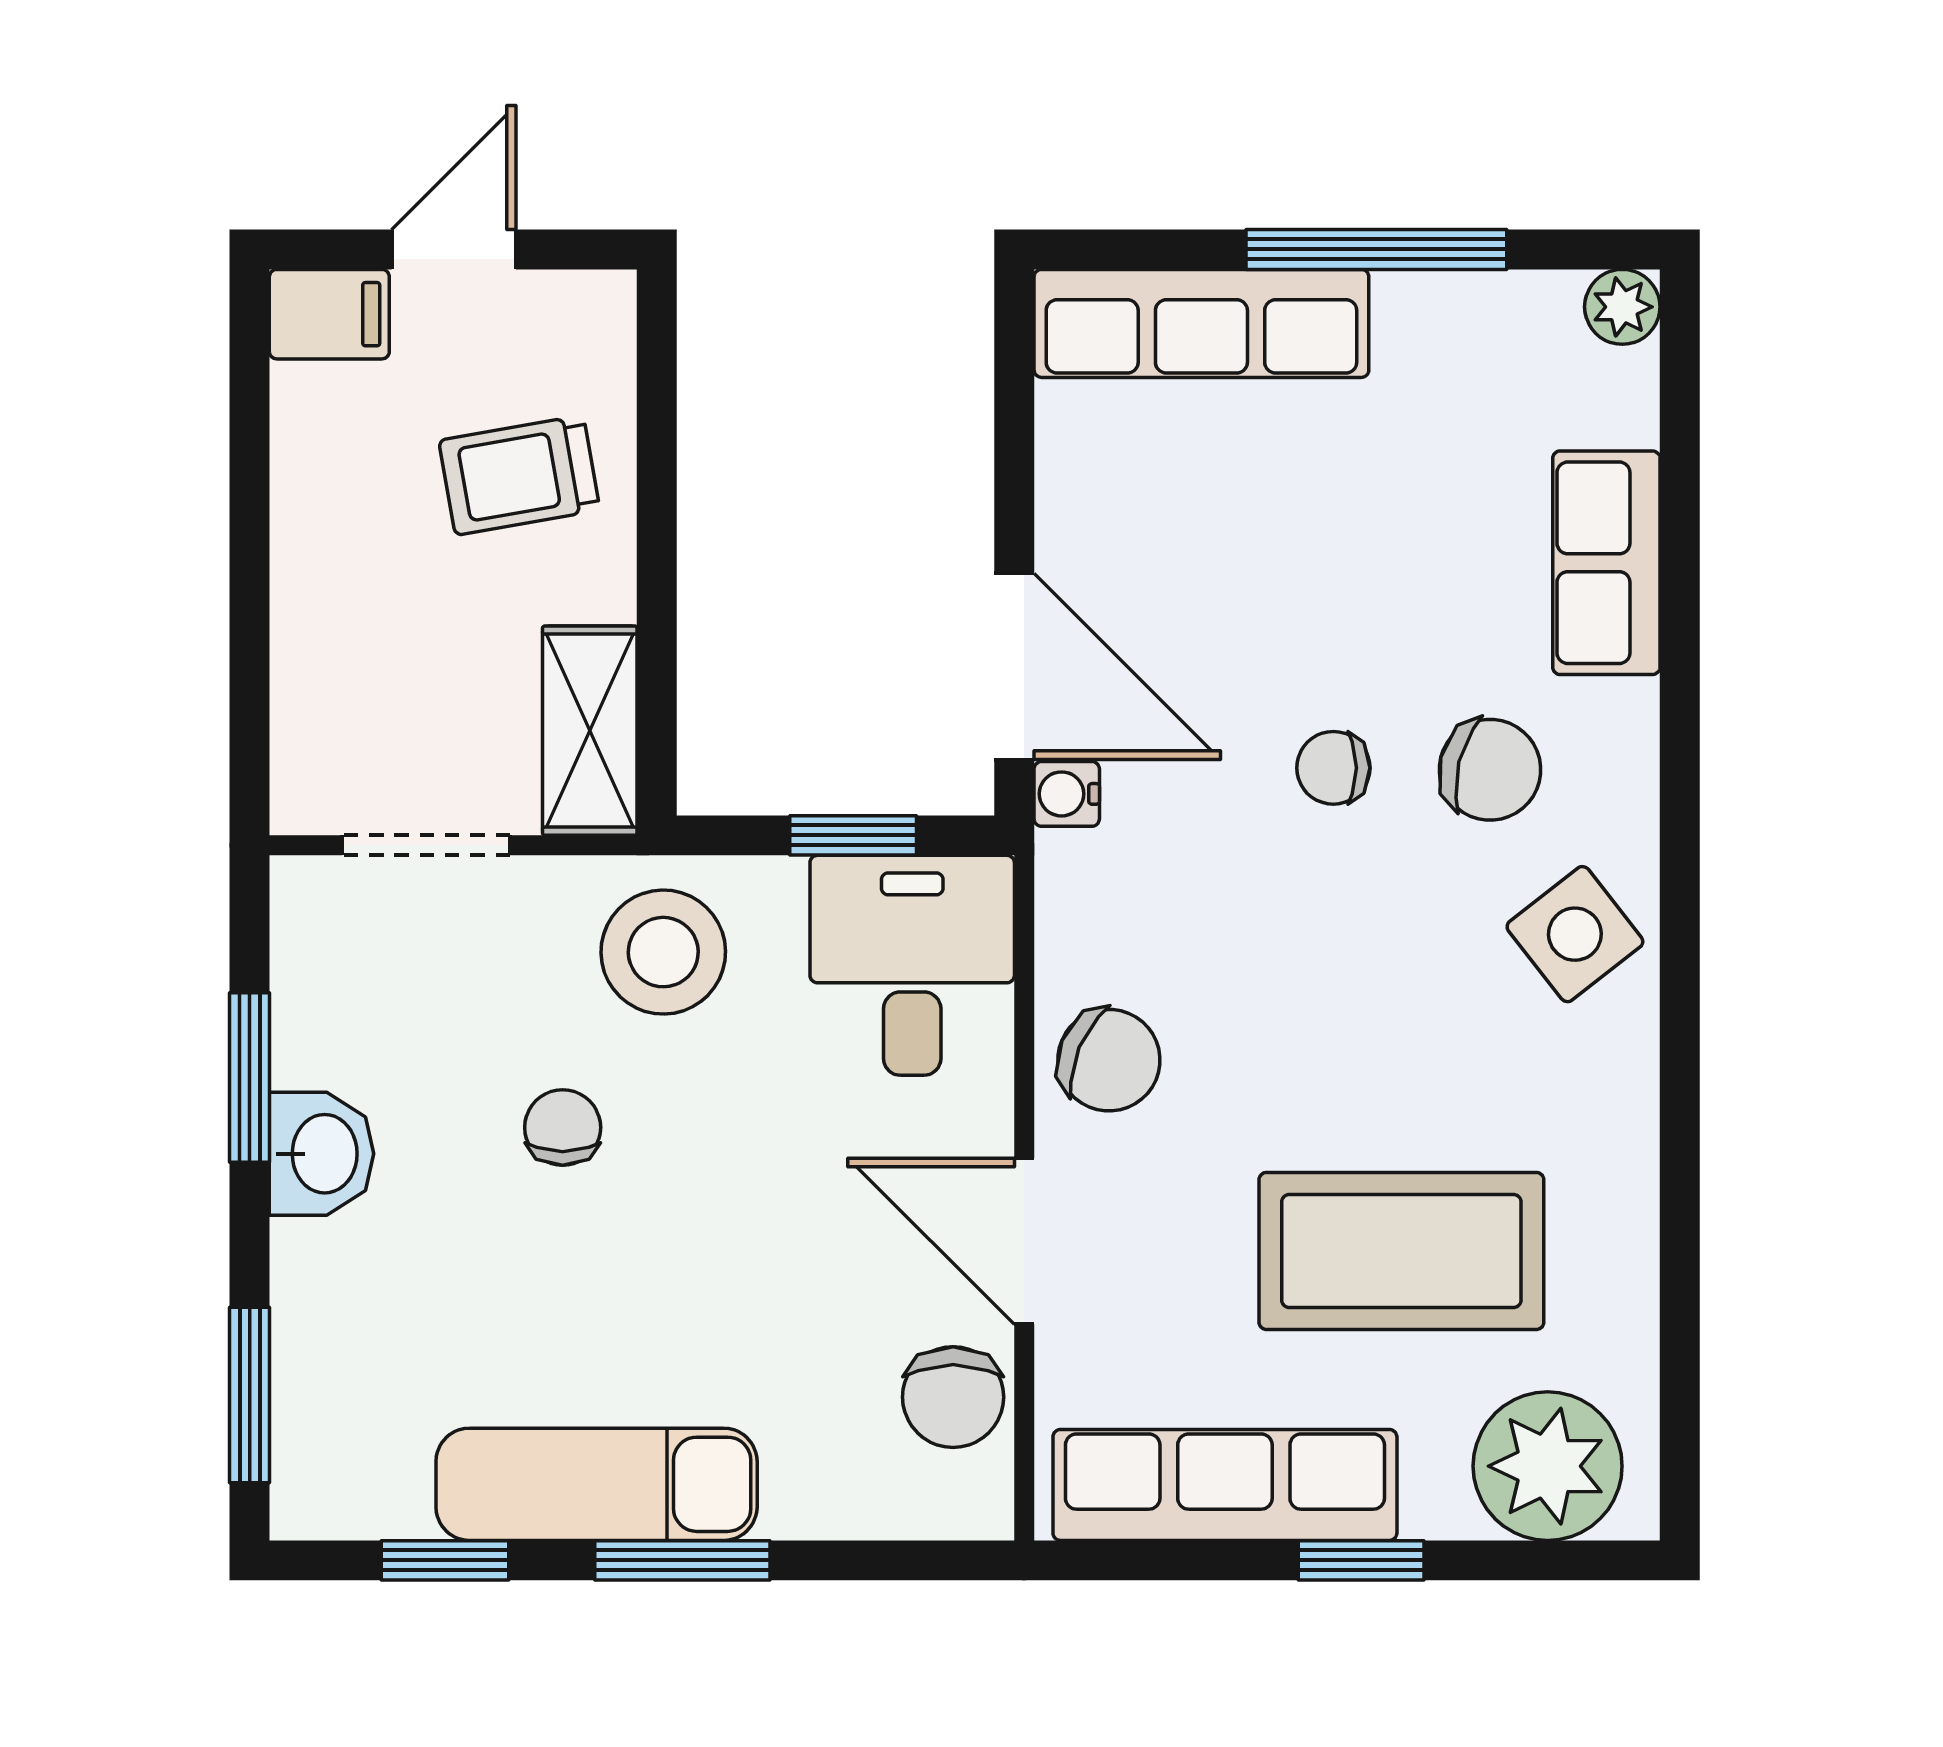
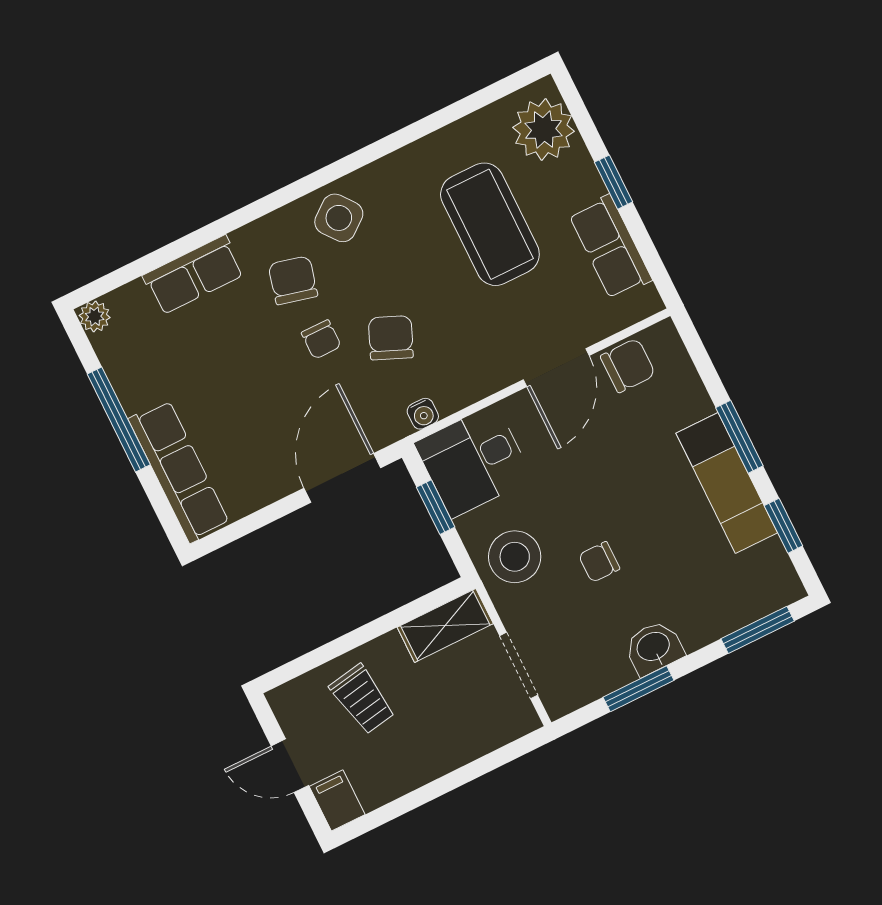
water cooler: (1067, 794) -> (423, 414), moved
chair: (1109, 1060) -> (391, 338), moved
row of seats: (1225, 1485) -> (610, 247), width x0.68

